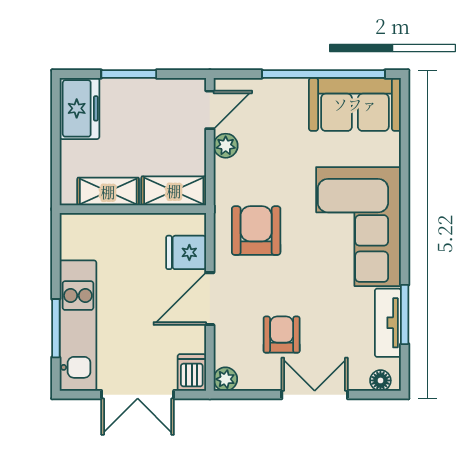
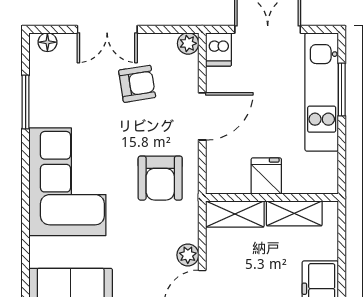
fridge: (186, 252) -> (266, 176), moved, turned -90
tv unit: (388, 323) -> (41, 94), removed
armchair: (282, 335) -> (137, 84), turned -99

